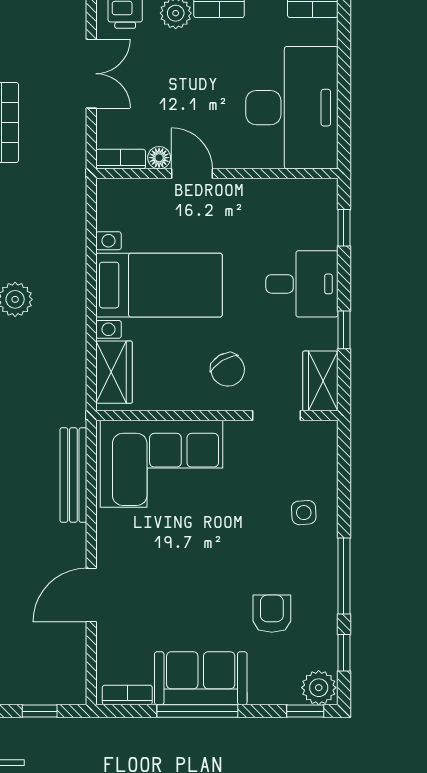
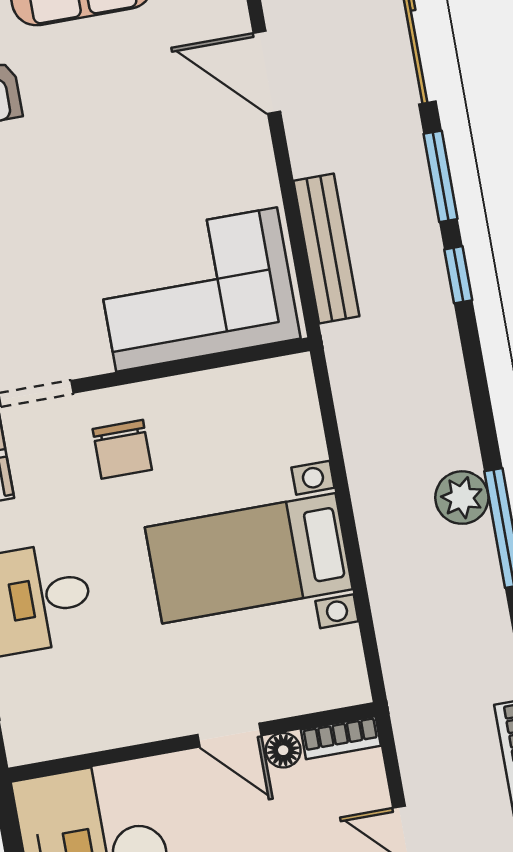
chair: (228, 370) -> (122, 449), turned -149
wardrobe: (114, 372) -> (293, 415), removed
door: (91, 595) -> (267, 72), swing flipped

